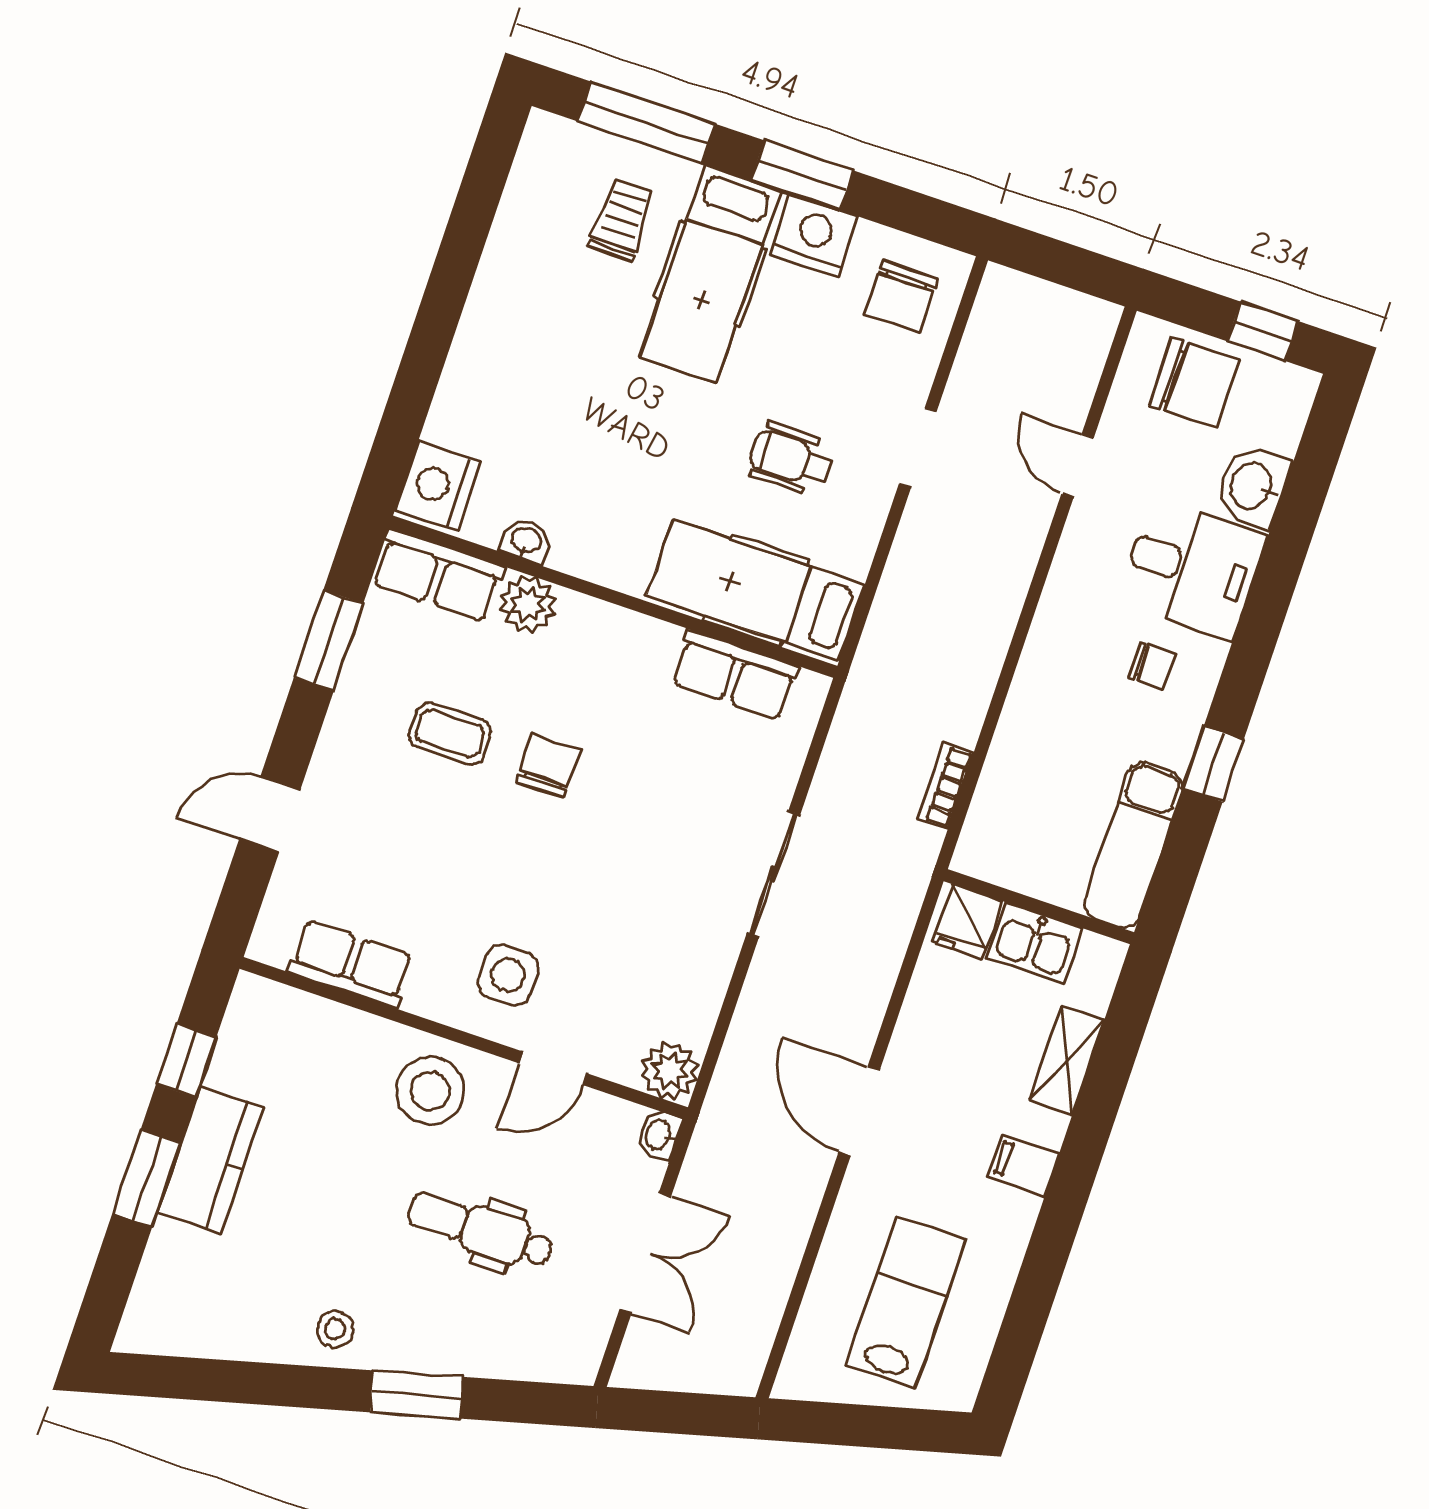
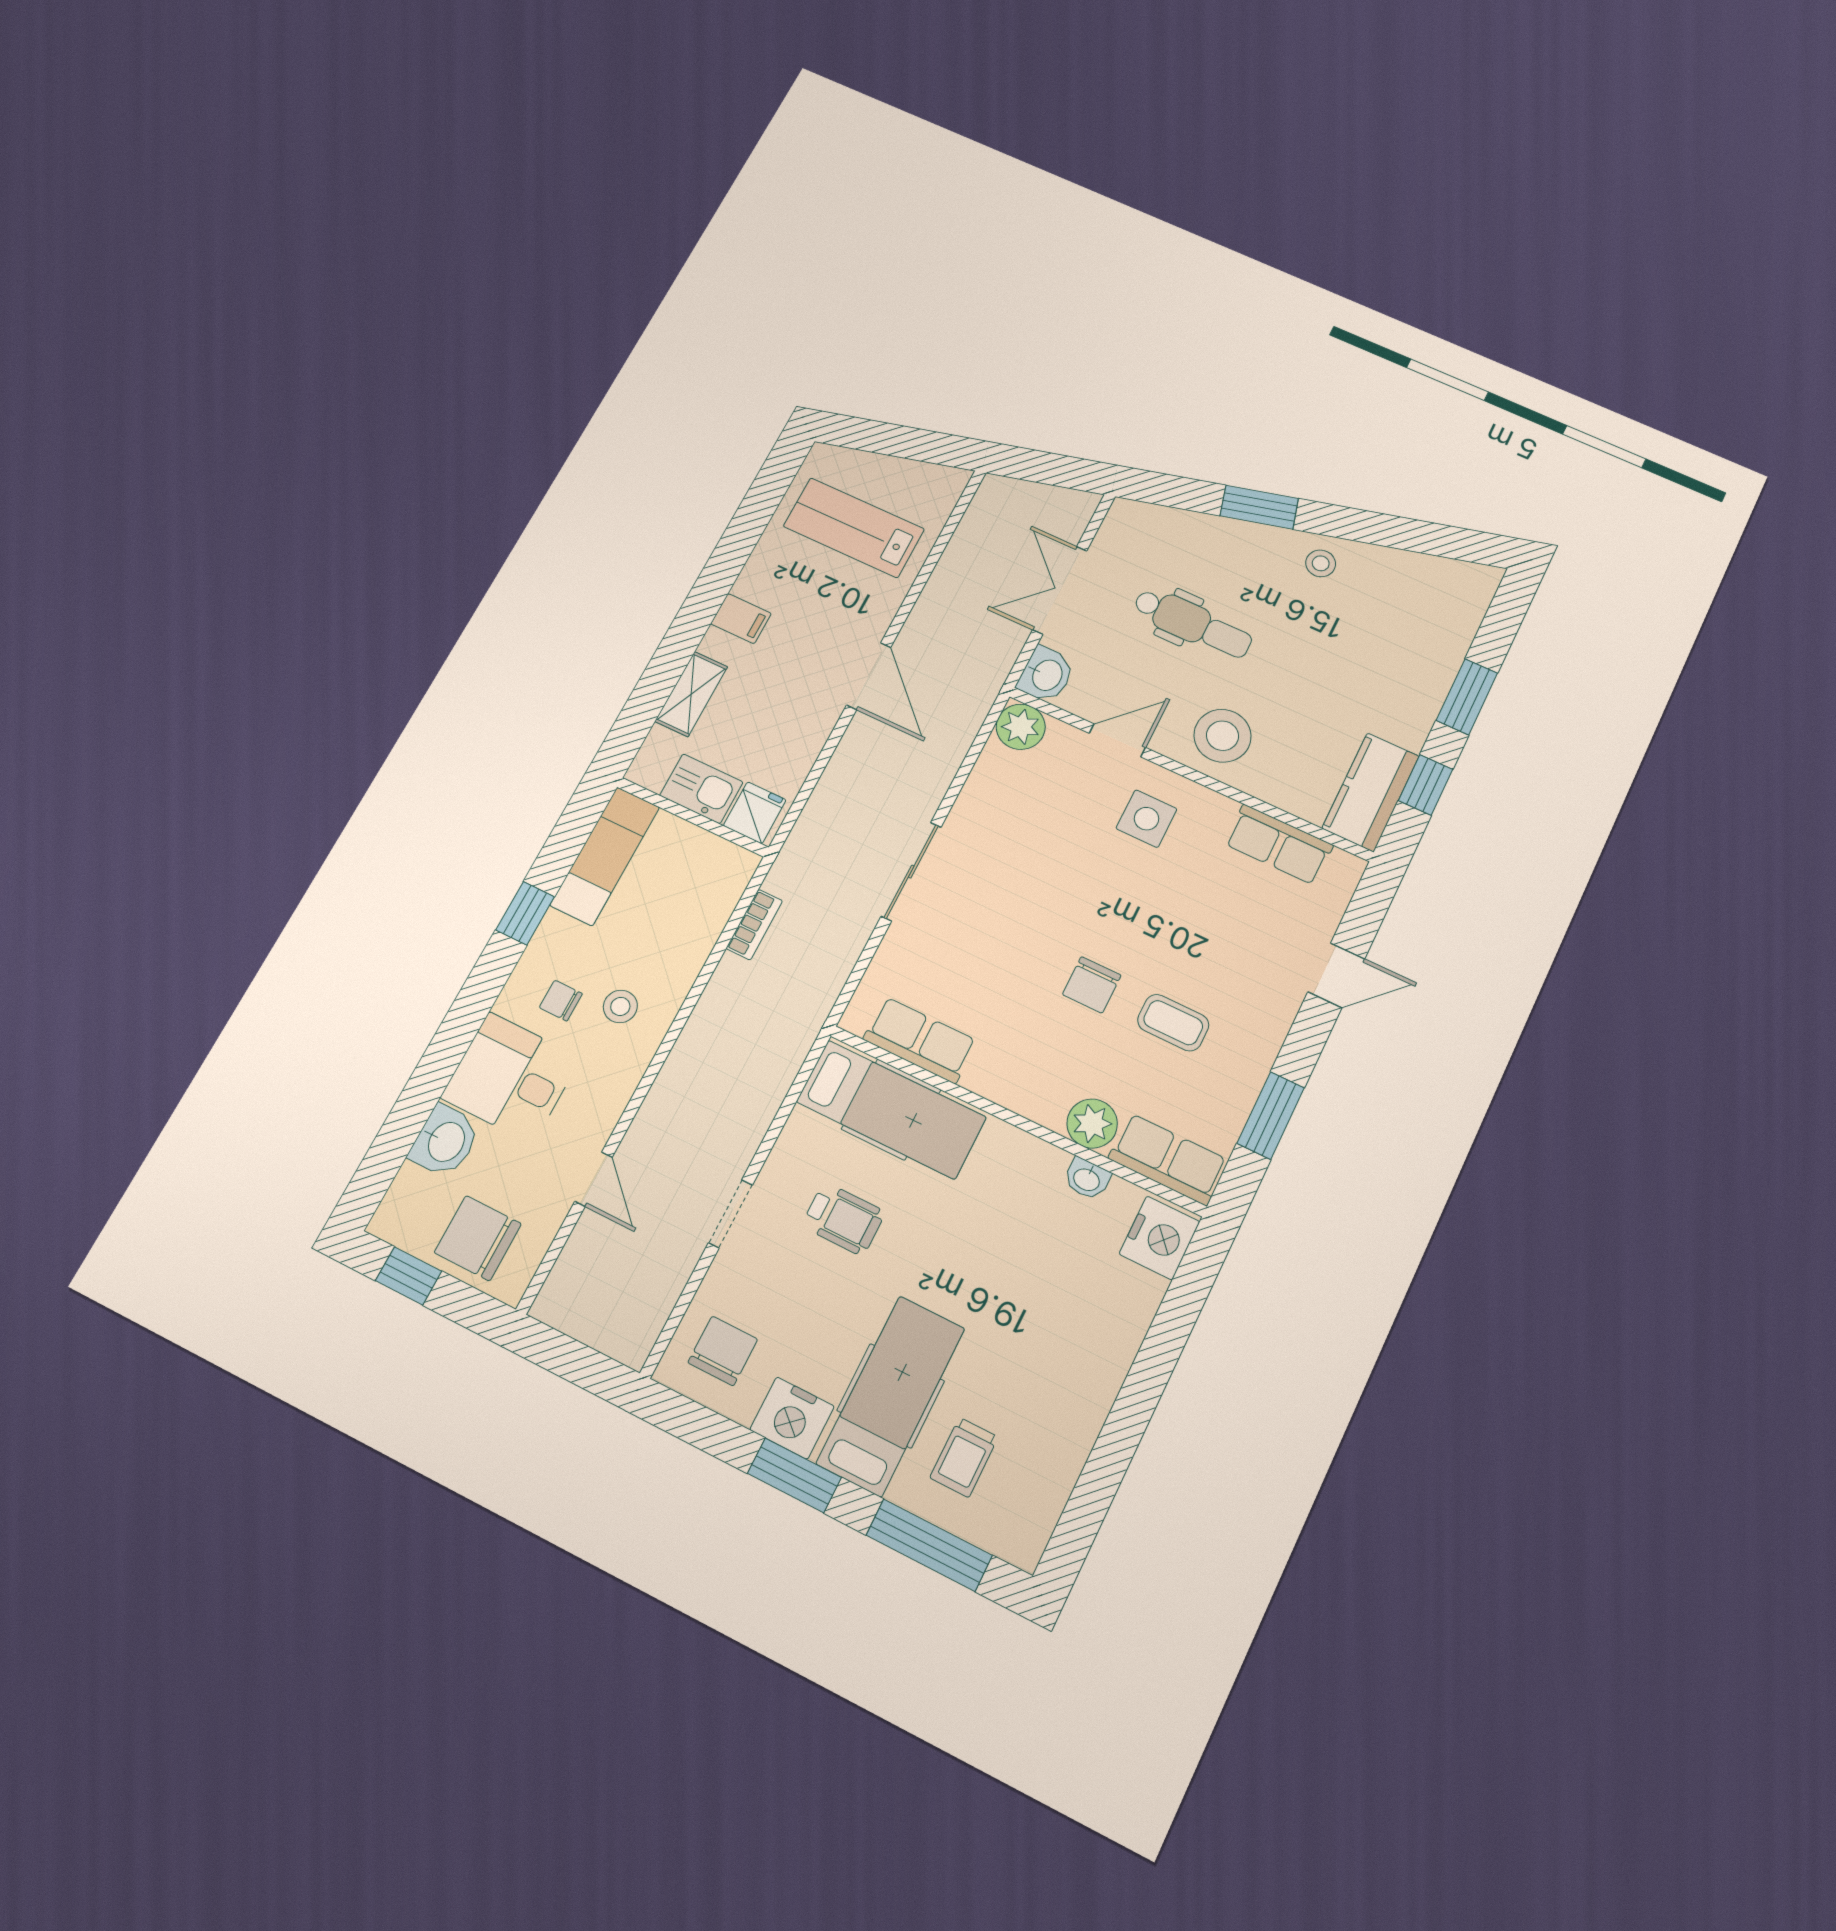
stool: (1083, 668) -> (620, 1006), added
washbasin: (659, 1135) -> (1046, 675), width x1.38, depth x1.45
kitchen counter: (210, 1160) -> (1371, 792), moved
lab bench: (906, 1302) -> (854, 528), turned 90

